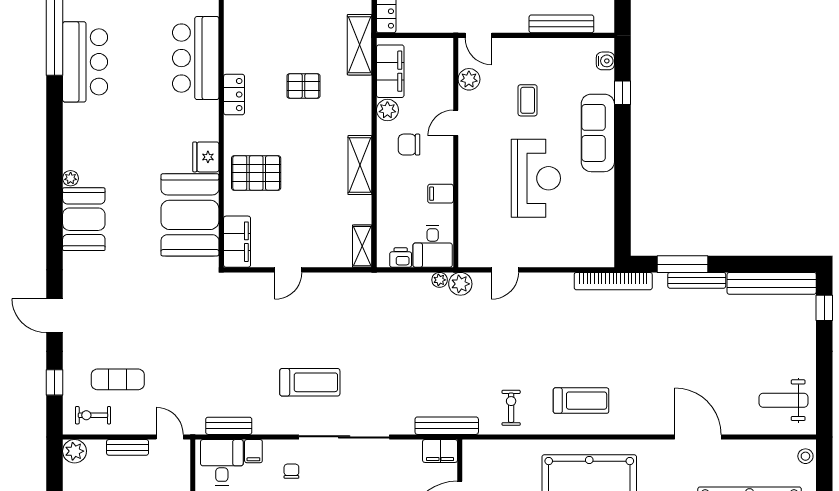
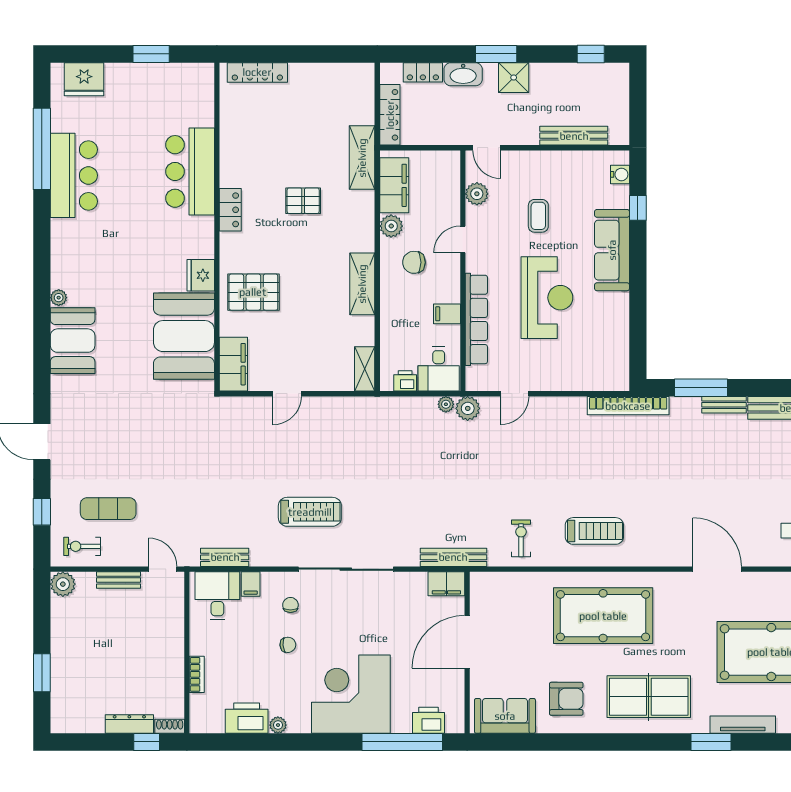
row of seats: (469, 199) -> (476, 319), added
bench: (697, 280) -> (724, 405), width x0.73

